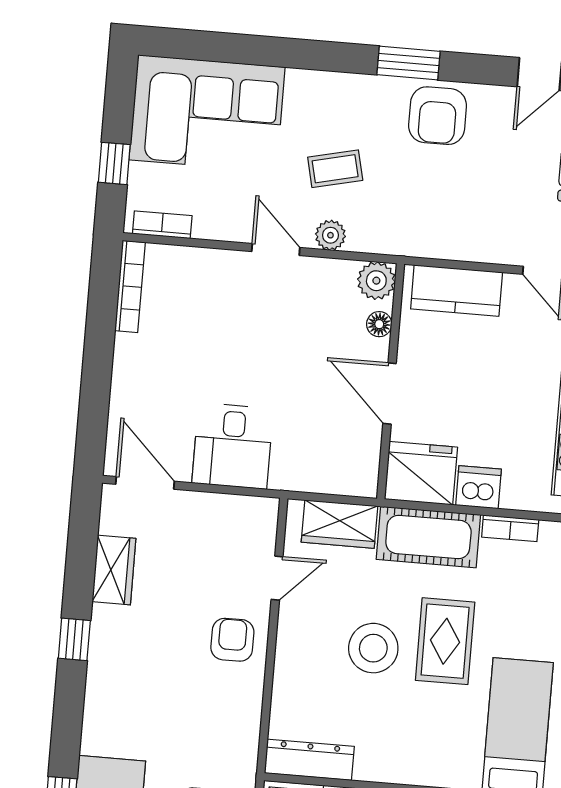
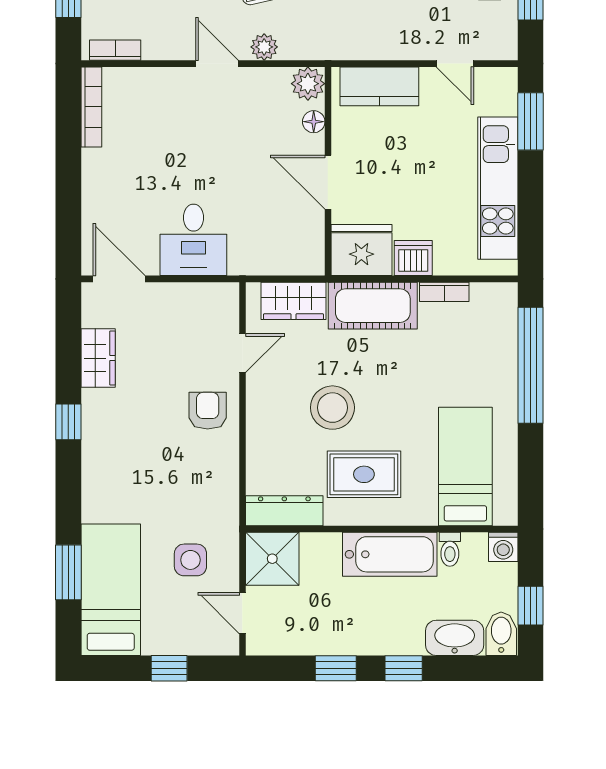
rug: (445, 641) -> (364, 474), moved, turned 90

